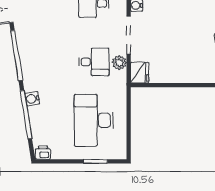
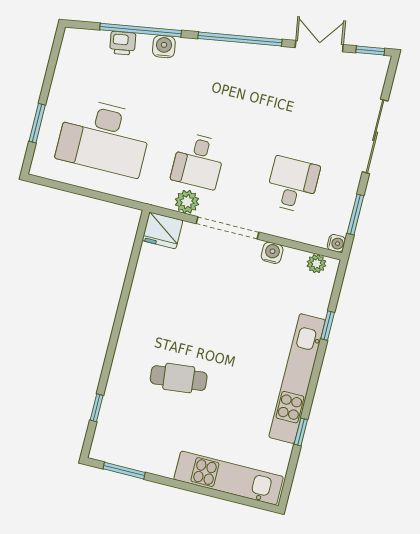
desk: (94, 120) -> (104, 137), turned 180
printer: (43, 153) -> (123, 43), moved, turned 81

